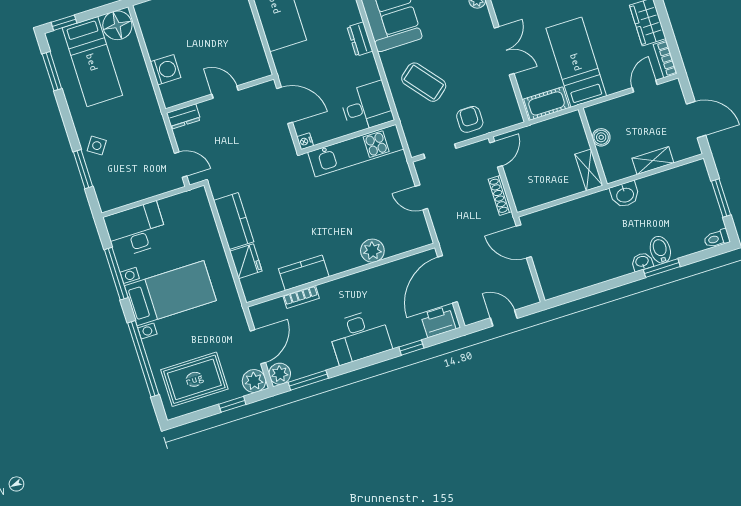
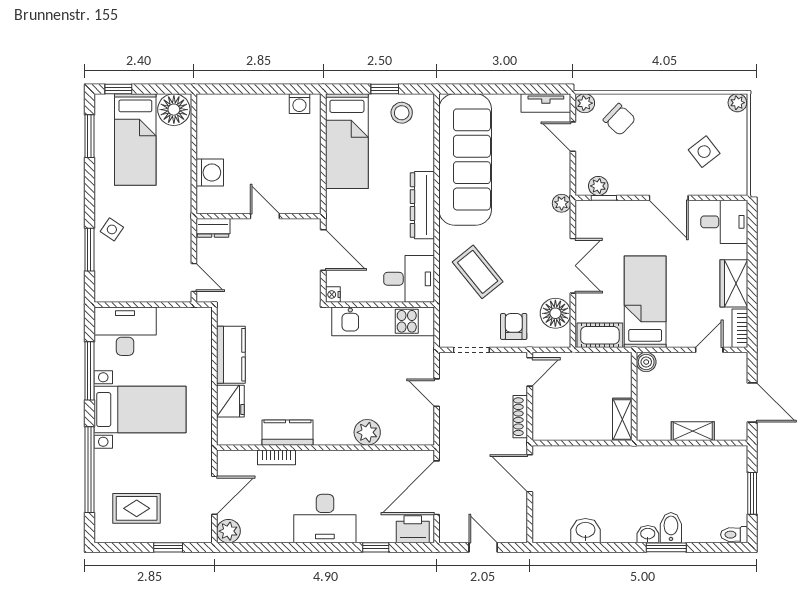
dresser: (360, 39) -> (422, 205), width x1.96, depth x1.24
floor lamp: (502, 97) -> (555, 313), added
boiler: (601, 137) -> (646, 362), moved
washbasin: (625, 195) -> (585, 531), moved, turned 180
rug: (194, 379) -> (137, 508), width x0.73, depth x0.70
window: (308, 380) -> (256, 547), removed
plant: (254, 381) -> (199, 530), removed

